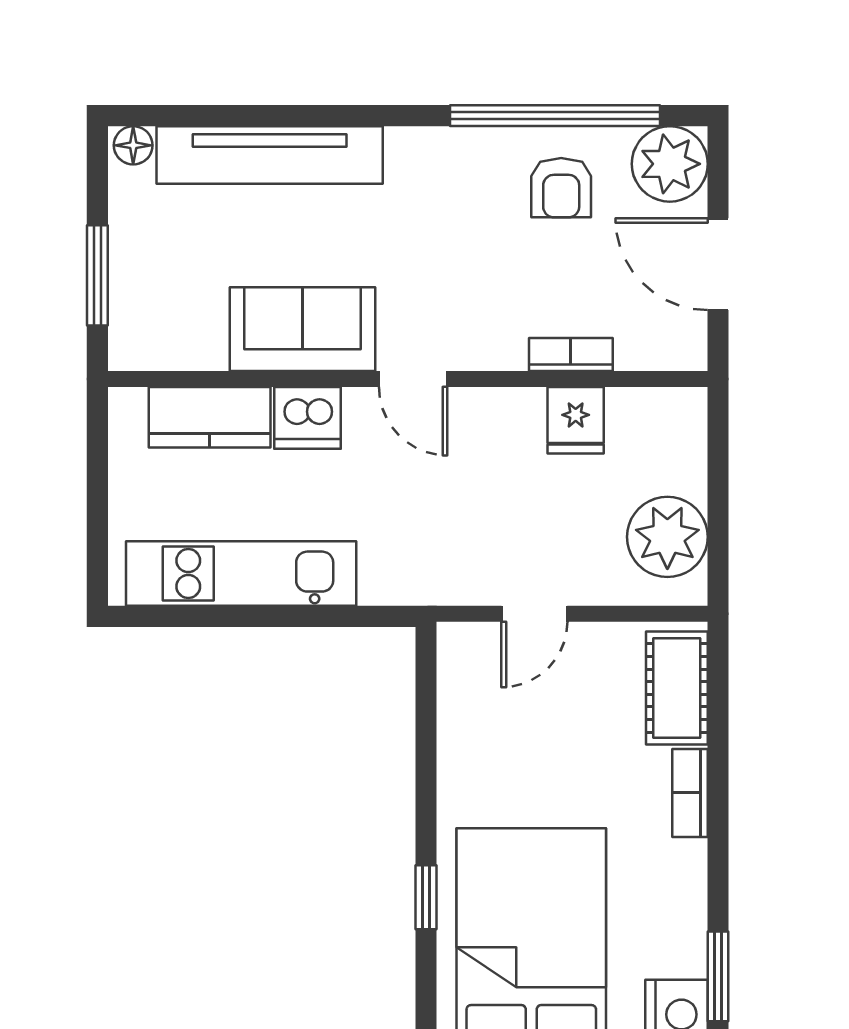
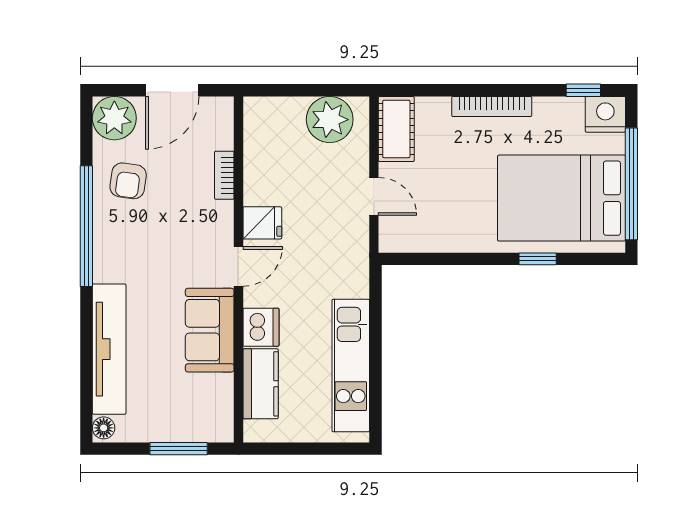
window: (555, 116) -> (86, 226), moved
armchair: (561, 188) -> (128, 181), turned 98
fridge: (576, 420) -> (262, 223), moved
cot: (677, 688) -> (396, 129), moved, turned 90
bookcase: (690, 793) -> (492, 106), width x1.56
window: (718, 976) -> (583, 90), width x0.67

